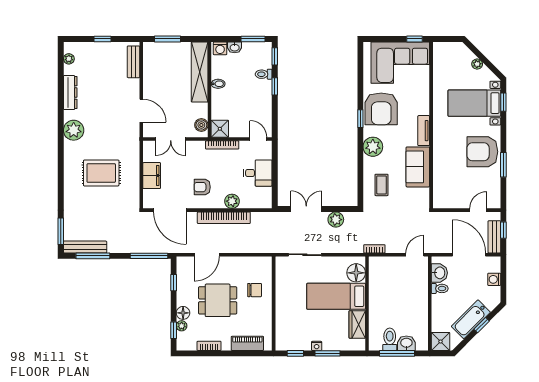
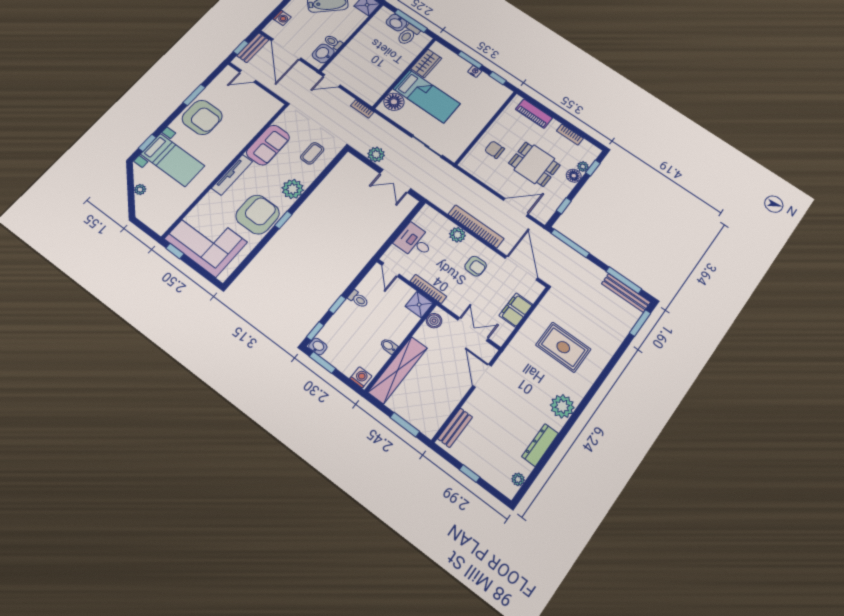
washbasin: (235, 47) -> (318, 347), moved
toilet: (264, 74) -> (358, 299), moved
tv unit: (424, 131) -> (232, 175), width x1.41

